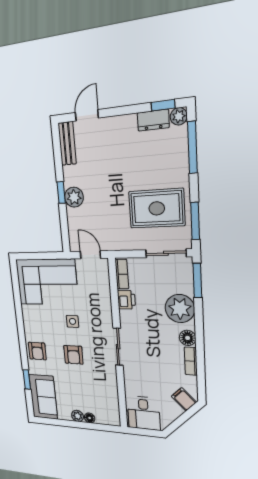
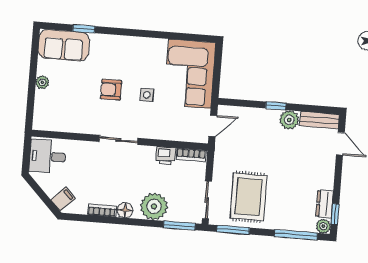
plant: (74, 197) -> (289, 120), moved
armchair: (37, 351) -> (116, 48), removed
floor lamp: (90, 418) -> (40, 96), removed

